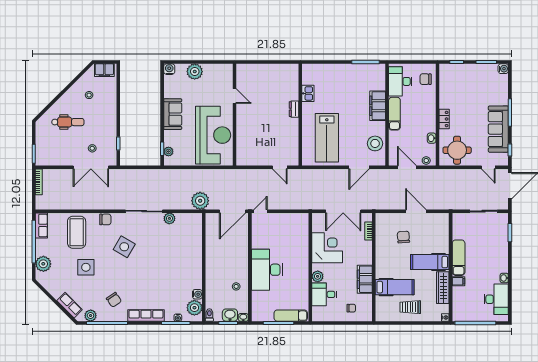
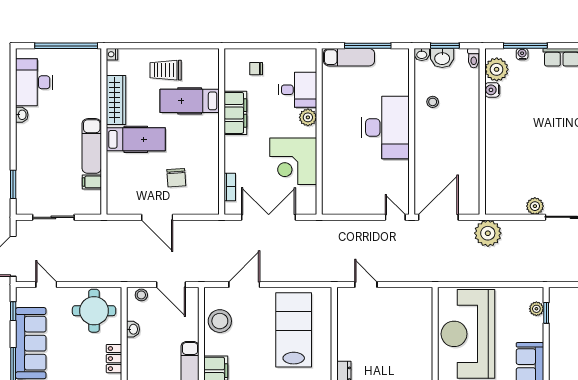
door: (261, 211) -> (395, 217), swing flipped
filing cabinet: (459, 281) -> (92, 182), moved
trolley: (410, 307) -> (166, 70), turned 180

